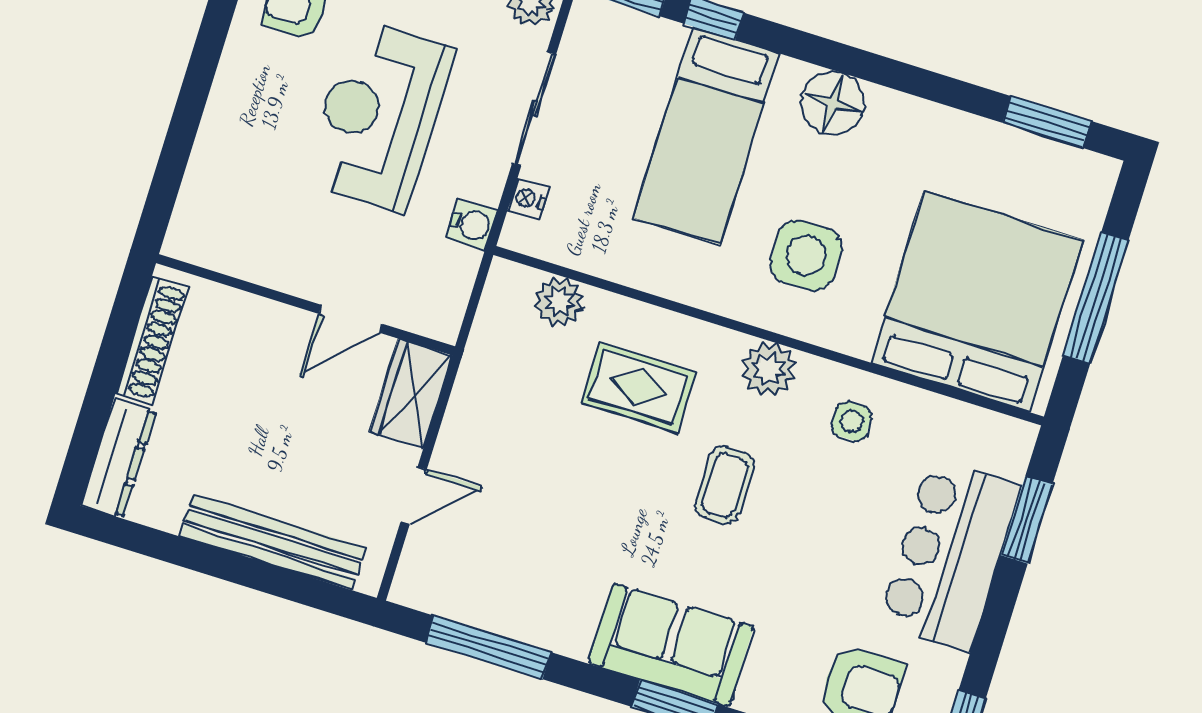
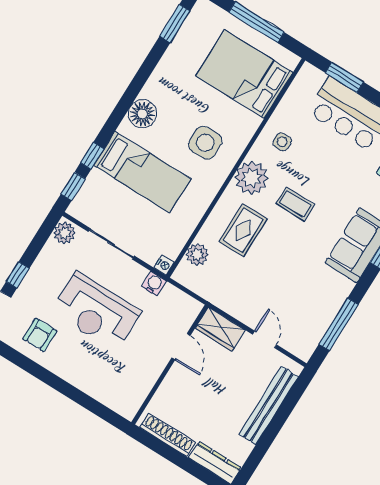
nightstand: (528, 199) -> (164, 265), moved, turned -90
bed: (977, 301) -> (244, 74), width x0.73
plant: (769, 369) -> (252, 178), width x1.36, depth x1.36

